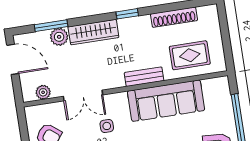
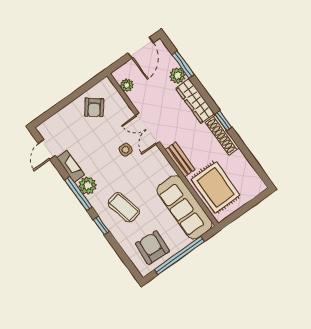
shoe rack: (174, 17) -> (222, 135), moved
rug: (190, 55) -> (216, 187), width x1.36, depth x1.43
double door: (83, 96) -> (148, 129), moved
sofa: (166, 101) -> (185, 207), moved

